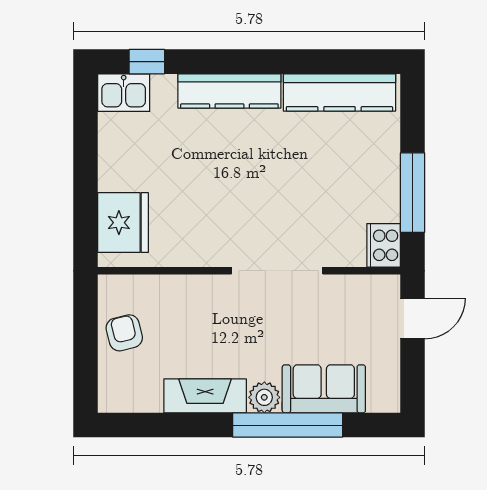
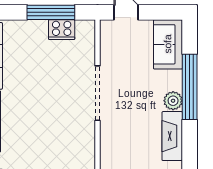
cooker: (384, 245) -> (62, 30), moved
sofa: (324, 389) -> (168, 44), moved

